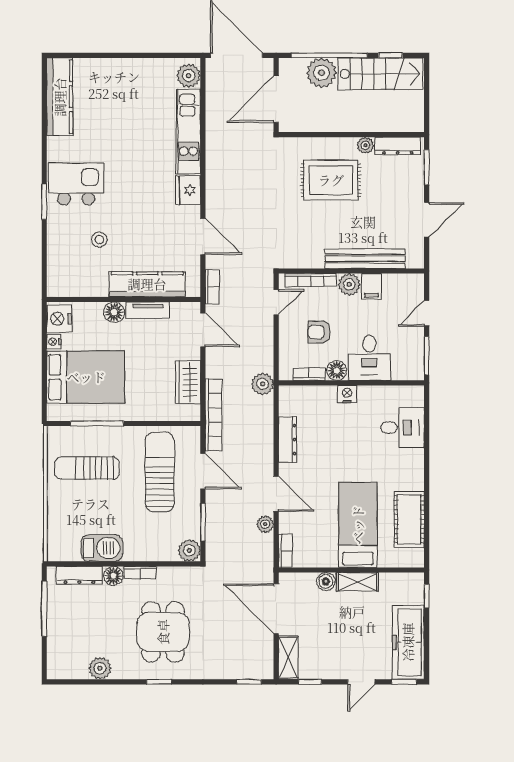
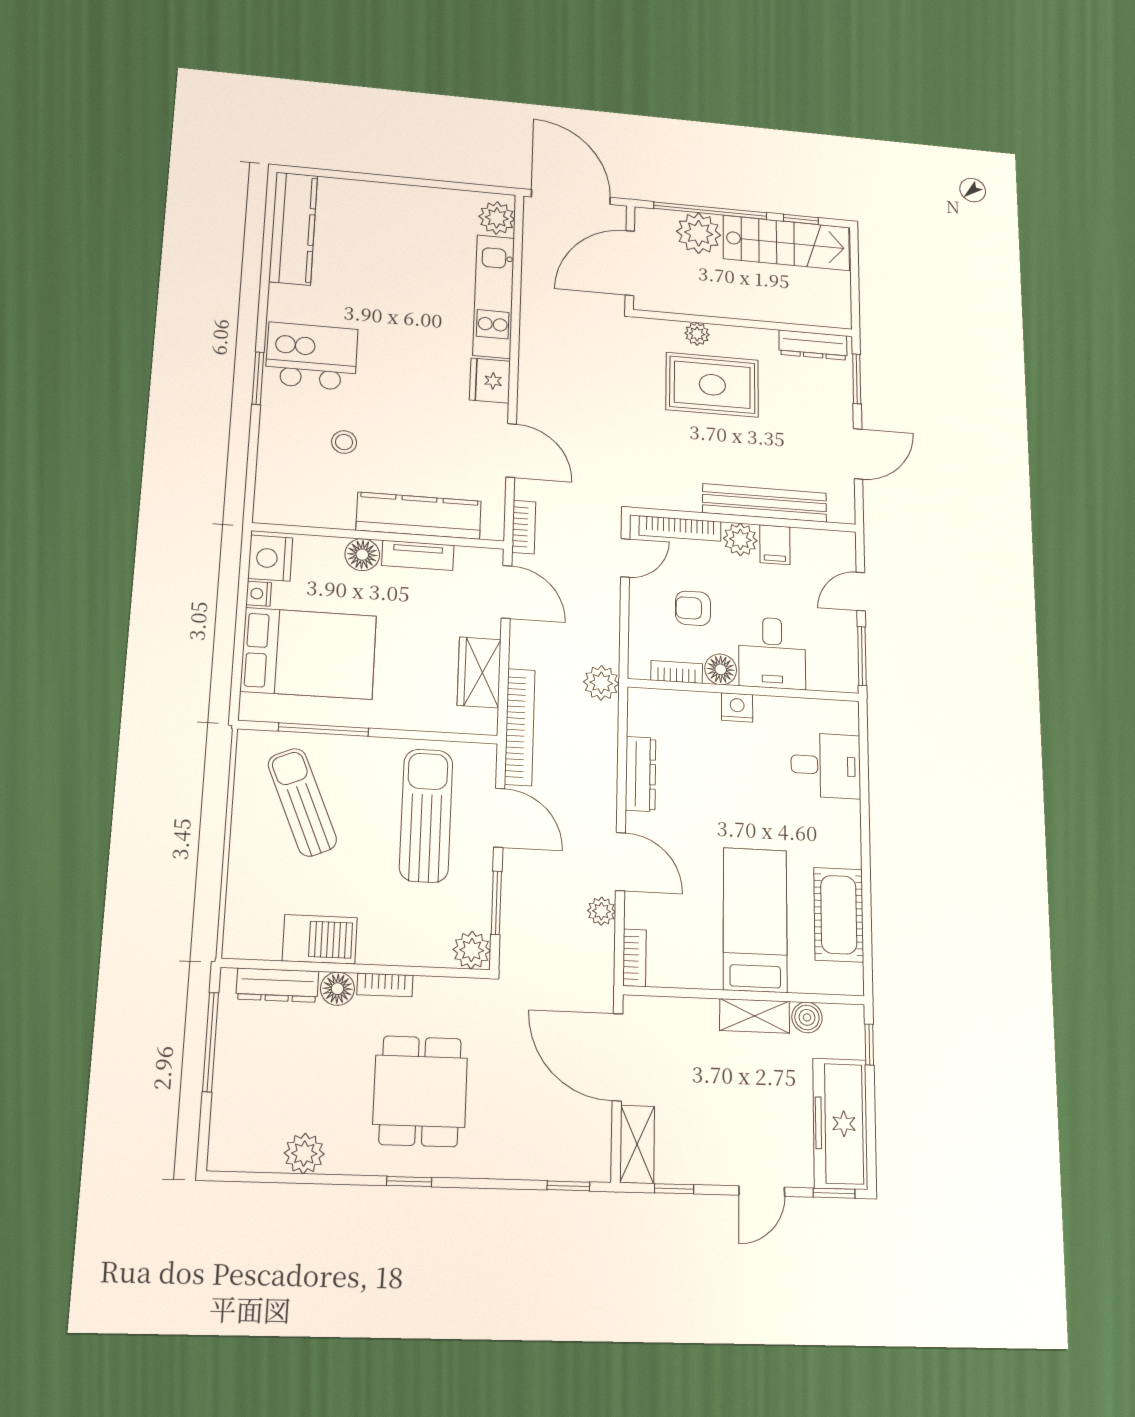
plant: (365, 145) -> (697, 334), moved
sun lounger: (87, 468) -> (302, 802), turned 67
boiler: (326, 582) -> (807, 1017), moved

